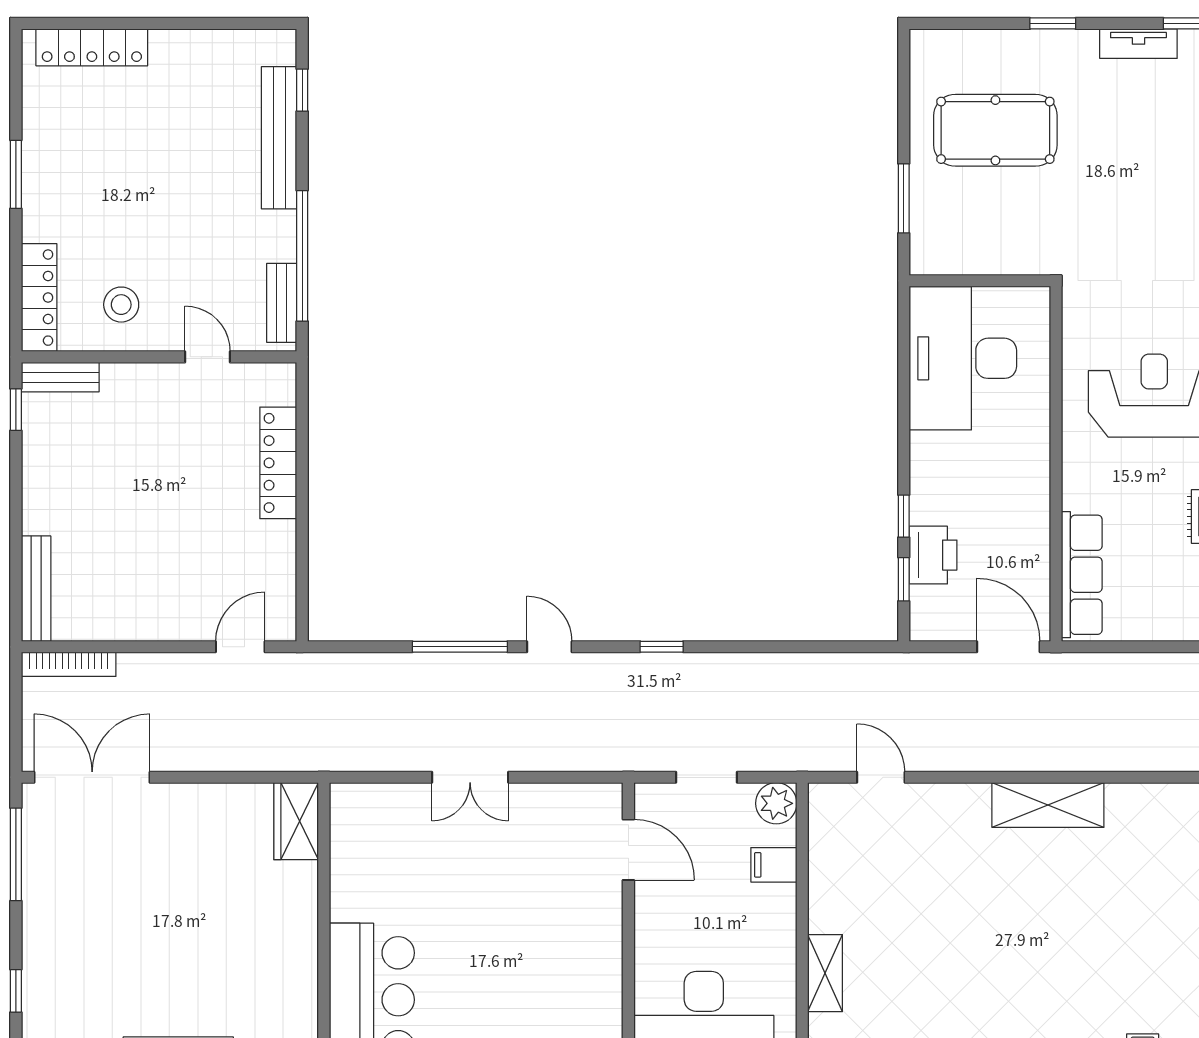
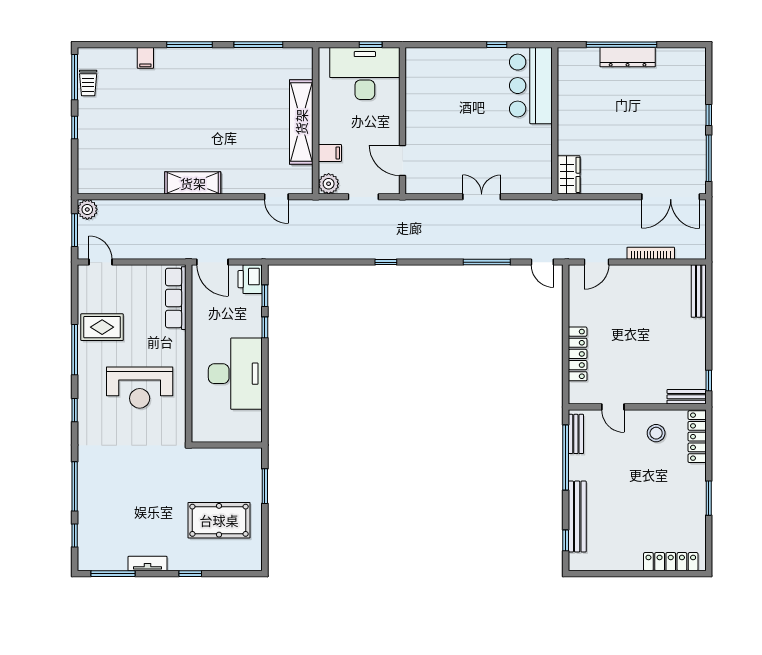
desk: (963, 358) -> (235, 374), moved
printer: (933, 555) -> (250, 279), moved
door: (549, 647) -> (542, 262), moved
bookcase: (69, 664) -> (651, 253), moved
shelving: (825, 973) -> (301, 122), width x2.20, depth x1.33
window: (16, 991) -> (709, 115), moved

